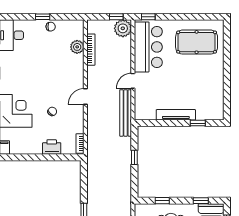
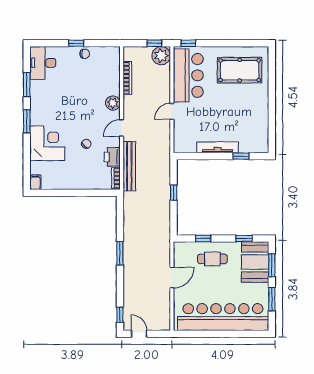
plant: (77, 47) -> (113, 103), moved
bench: (126, 113) -> (129, 166), moved
printer: (52, 147) -> (112, 157), moved, turned -90

